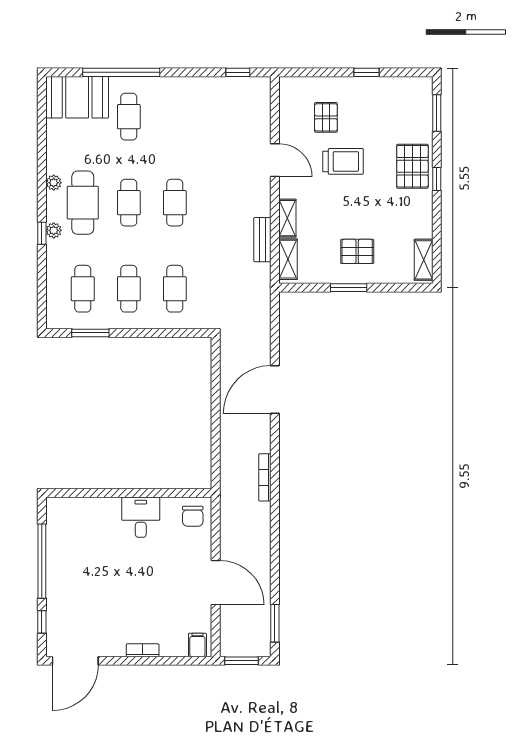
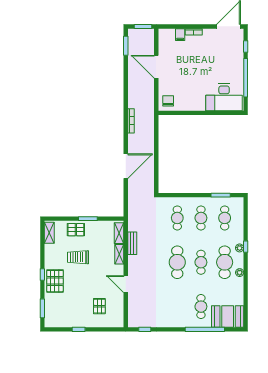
trolley: (343, 161) -> (78, 257), moved
cafe table: (175, 203) -> (177, 262), width x1.37, depth x1.35
pallet: (357, 251) -> (76, 230), moved
desk: (141, 517) -> (224, 97), moved, width x1.87, depth x1.30
filing cabinet: (197, 645) -> (180, 35), moved

